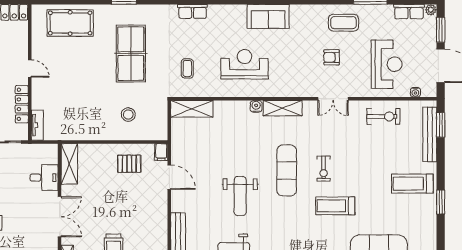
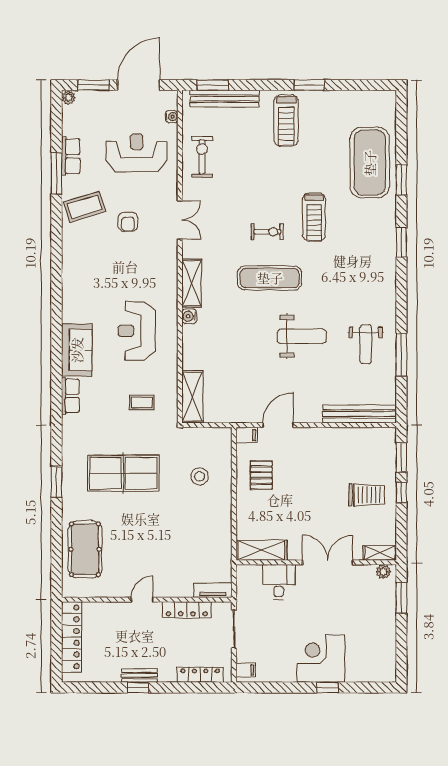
row of seats: (409, 12) -> (71, 156), moved
sofa: (268, 16) -> (77, 350), moved
coffee table: (344, 23) -> (84, 207), turned 73

